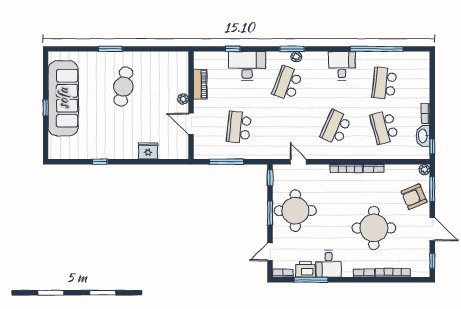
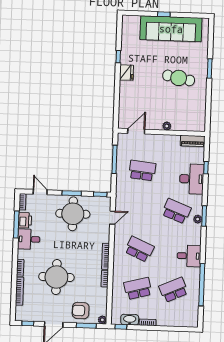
school desk: (384, 83) -> (173, 290), turned -30
piano: (200, 84) -> (193, 141), moved
door: (191, 124) -> (136, 131), moved
fridge: (148, 151) -> (126, 73), moved
armchair: (414, 197) -> (81, 311), turned -66

